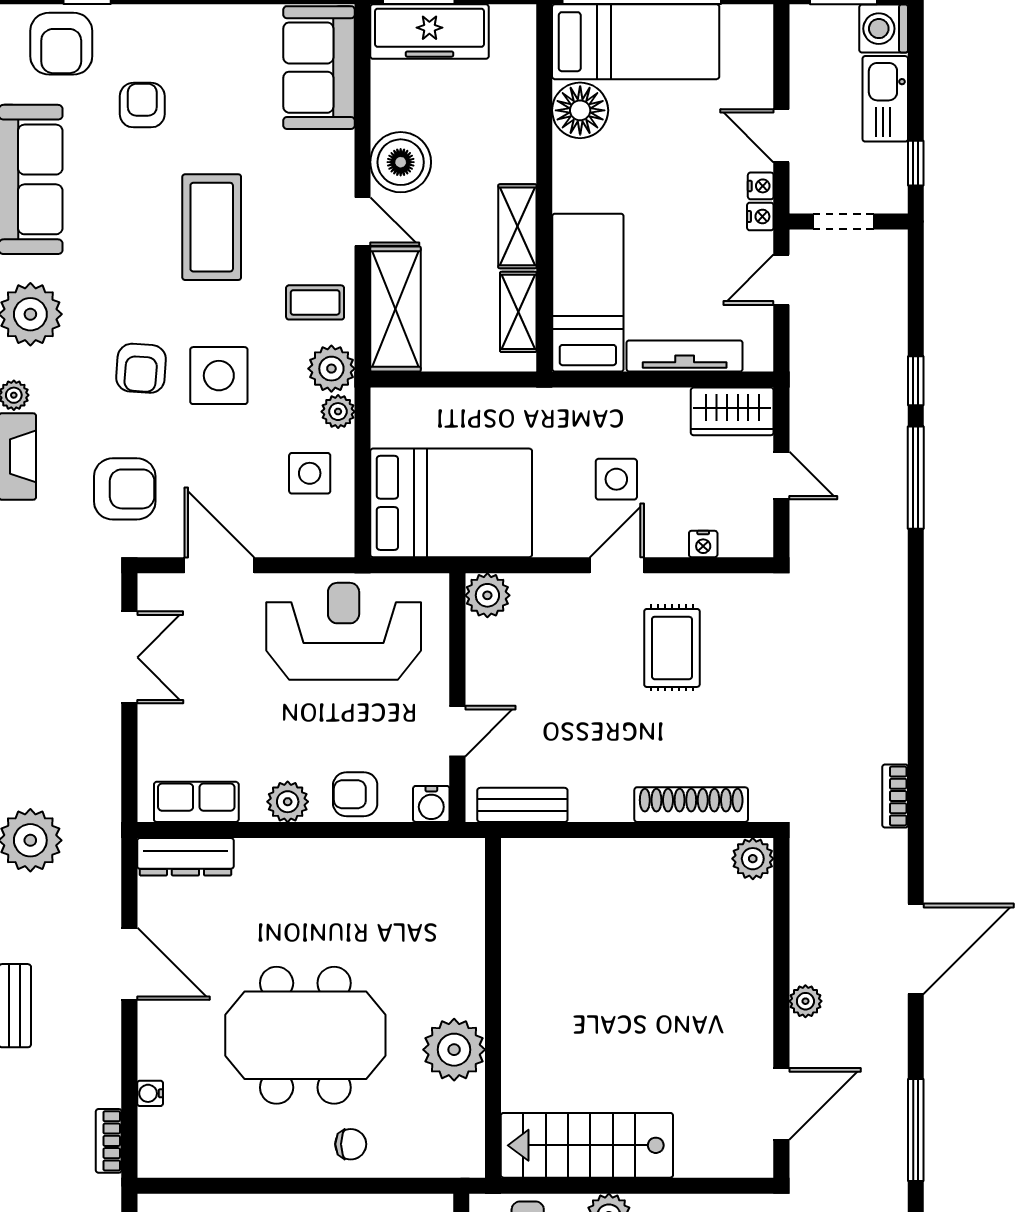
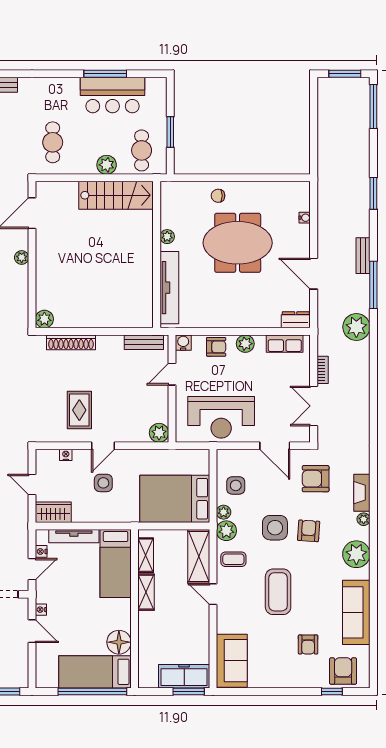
boiler: (401, 162) -> (196, 620), removed
nightstand: (760, 216) -> (41, 551), moved
bed: (451, 503) -> (175, 499), moved
dresser: (185, 857) -> (296, 320), width x0.70
tv unit: (463, 931) -> (169, 288), added
plant: (454, 1050) -> (167, 237), width x0.53, depth x0.53
bookcase: (109, 1141) -> (323, 370), moved

